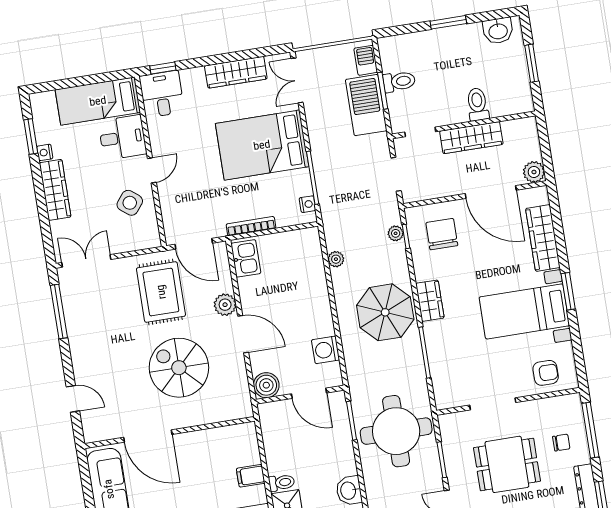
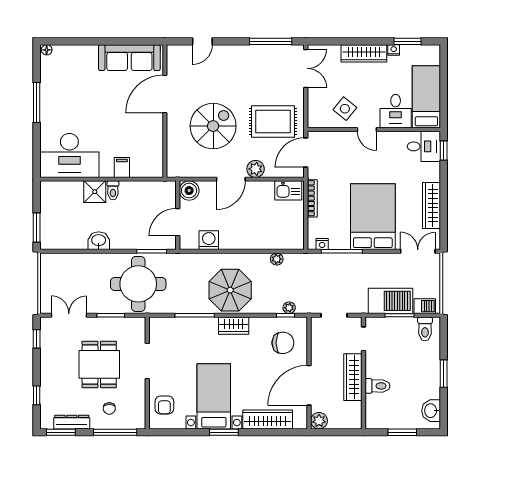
toilet: (399, 81) -> (425, 329), moved

